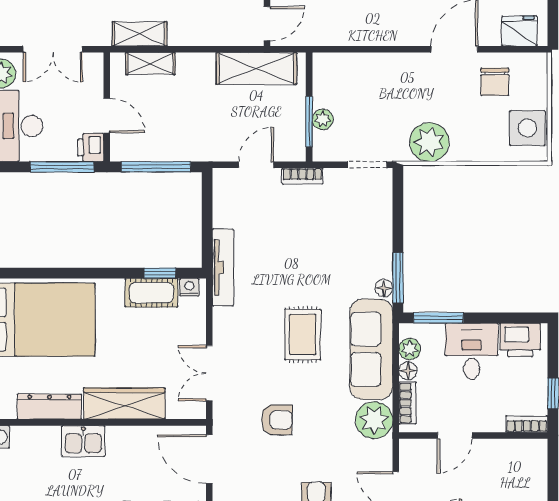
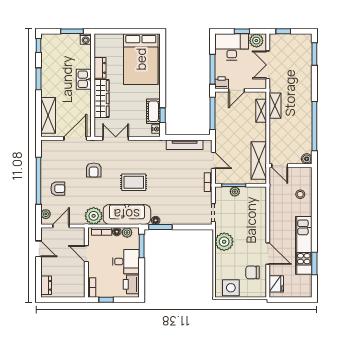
tv unit: (223, 268) -> (185, 145), moved
dresser: (49, 407) -> (100, 68), width x0.70

